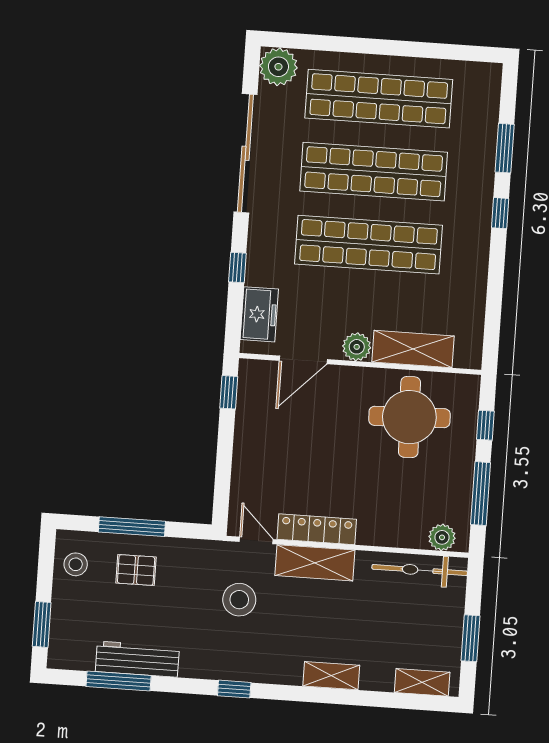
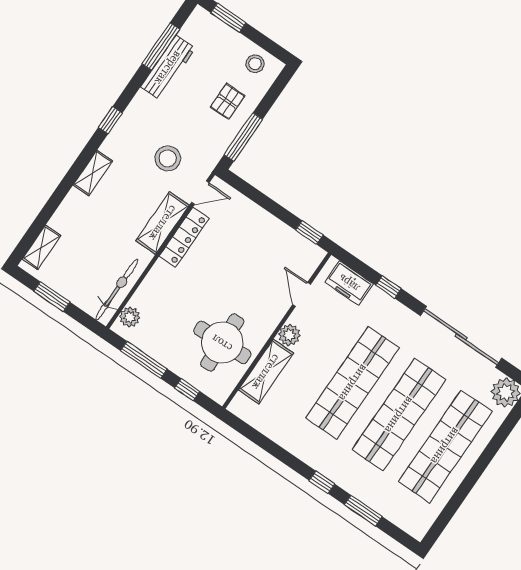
door: (303, 360) -> (302, 294), width x0.73
window: (132, 527) -> (243, 137), moved
shelving: (331, 676) -> (93, 173), moved

